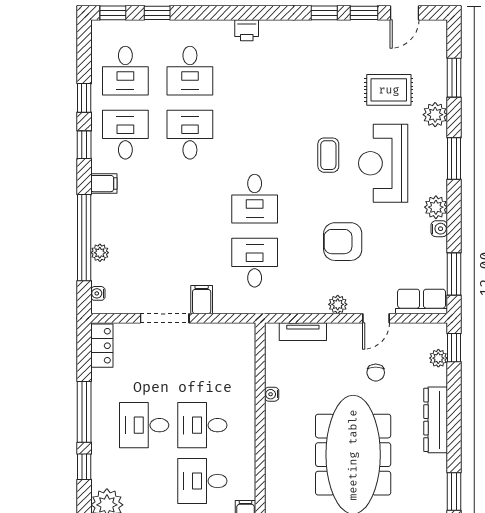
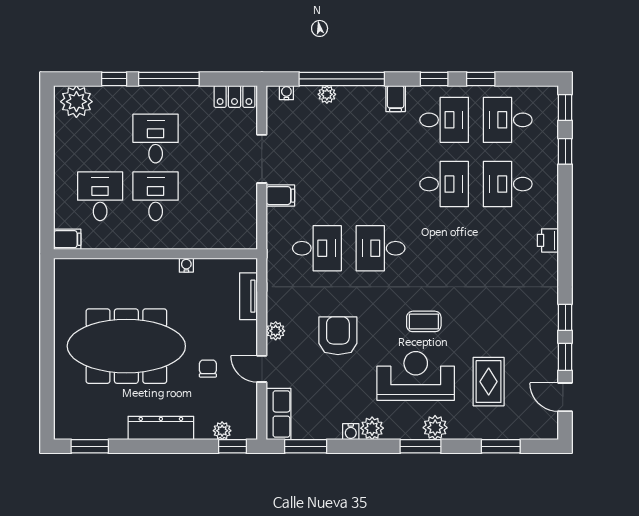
plant: (435, 115) -> (435, 428), moved
chair: (376, 373) -> (208, 369), turned 90

